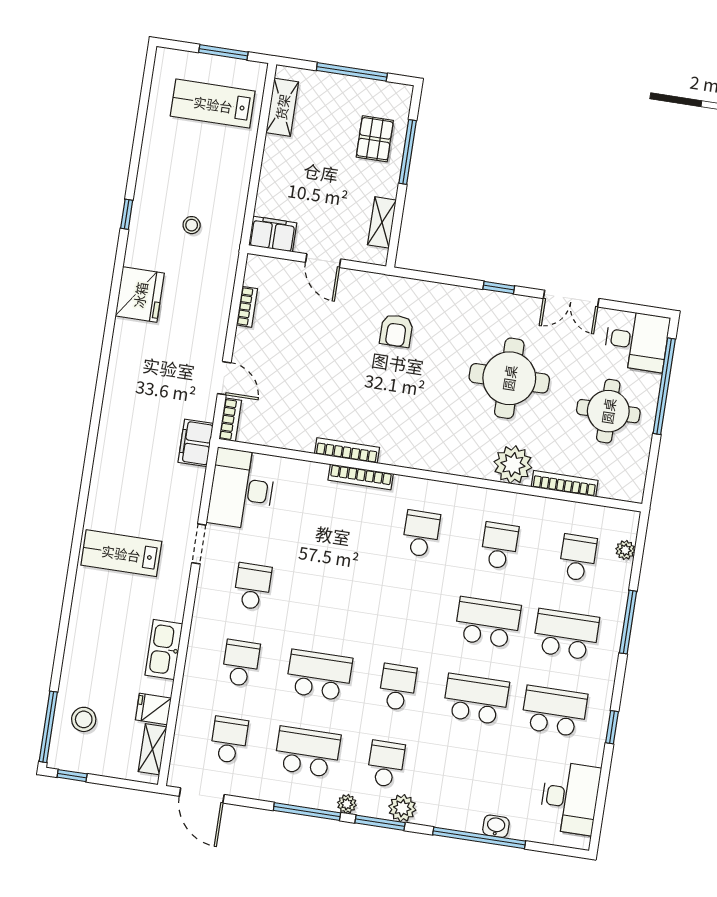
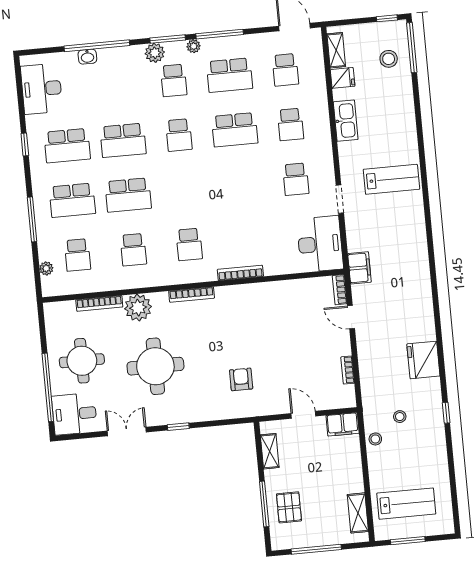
stool: (233, 203) -> (375, 439), added
bookcase: (347, 451) -> (192, 295), moved

